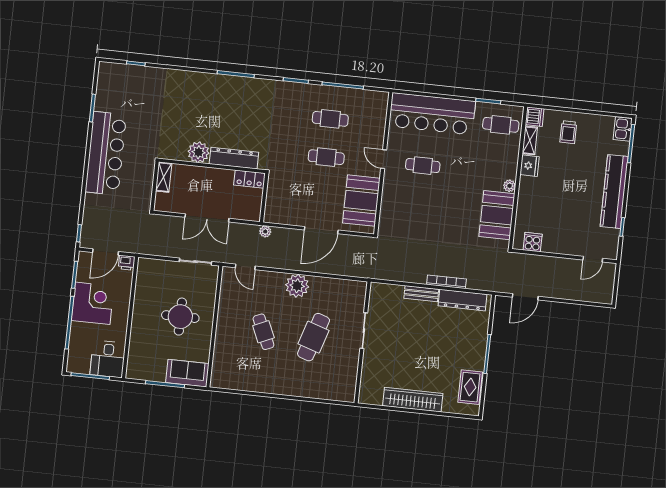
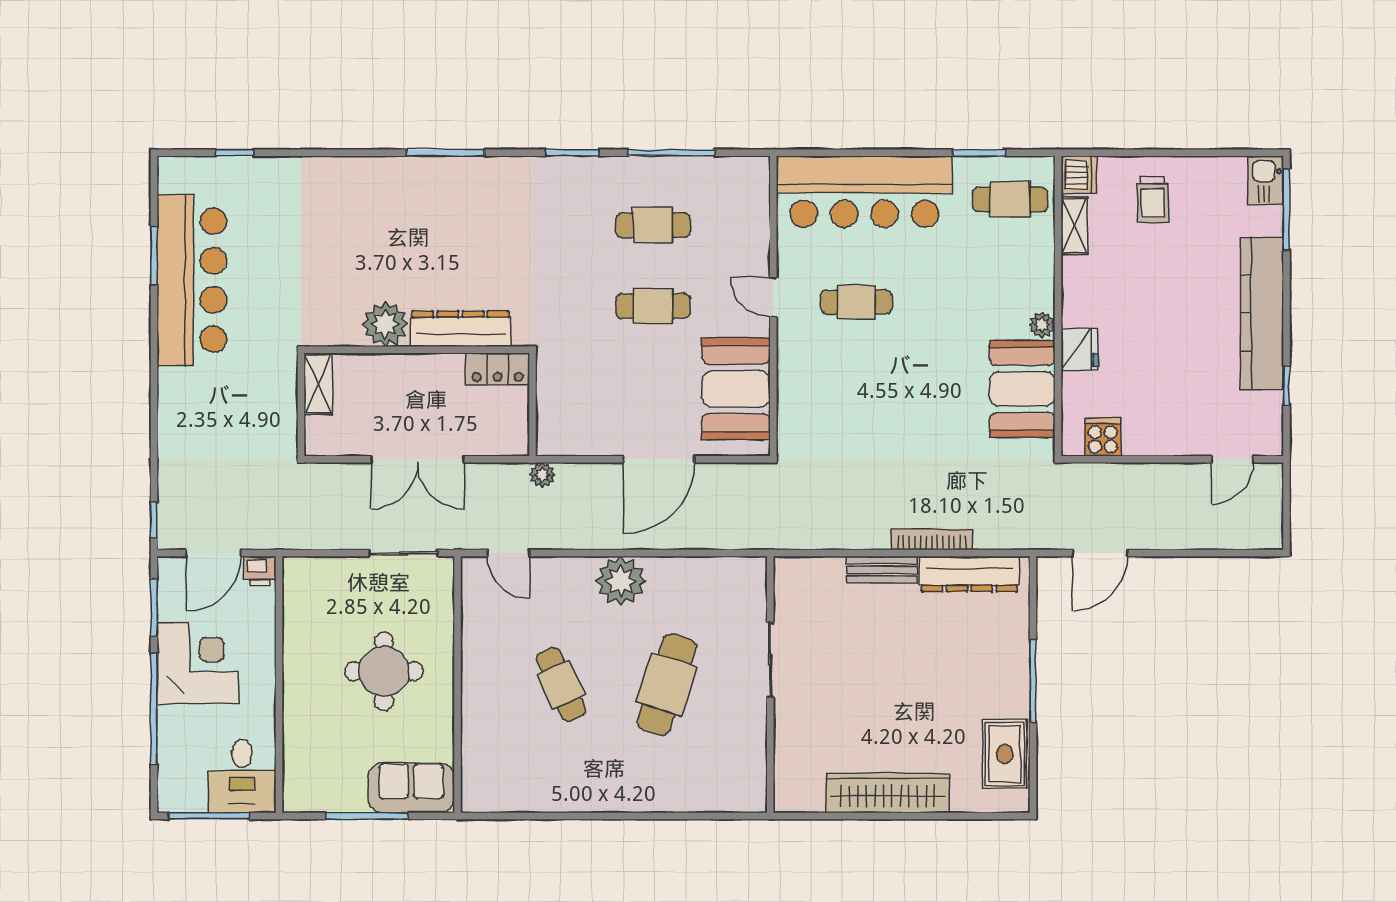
bar counter: (106, 153) -> (192, 280), moved
fridge: (530, 166) -> (1079, 349), moved

